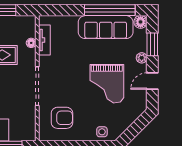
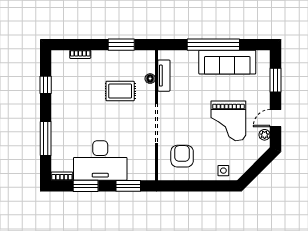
window: (110, 10) -> (213, 45), moved
floor lamp: (141, 22) -> (263, 57), removed
plant: (142, 58) -> (265, 135), moved
armchair: (62, 118) -> (182, 156), turned -90

